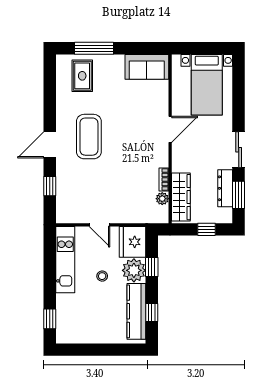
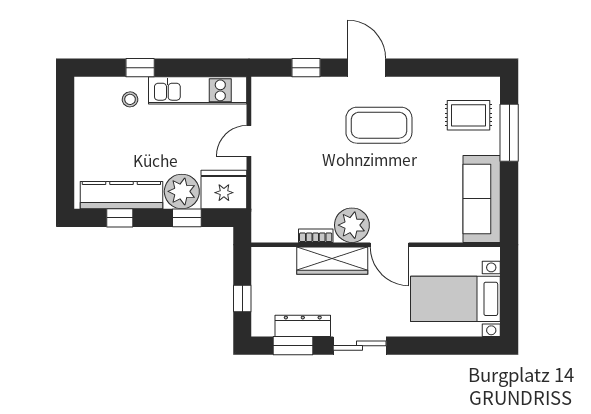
sofa: (147, 67) -> (482, 199), width x1.36
wardrobe: (181, 197) -> (332, 261), moved
plant: (162, 199) -> (352, 225), moved, width x1.87, depth x1.87
stool: (102, 276) -> (130, 99), moved
window: (50, 319) -> (140, 68), moved

